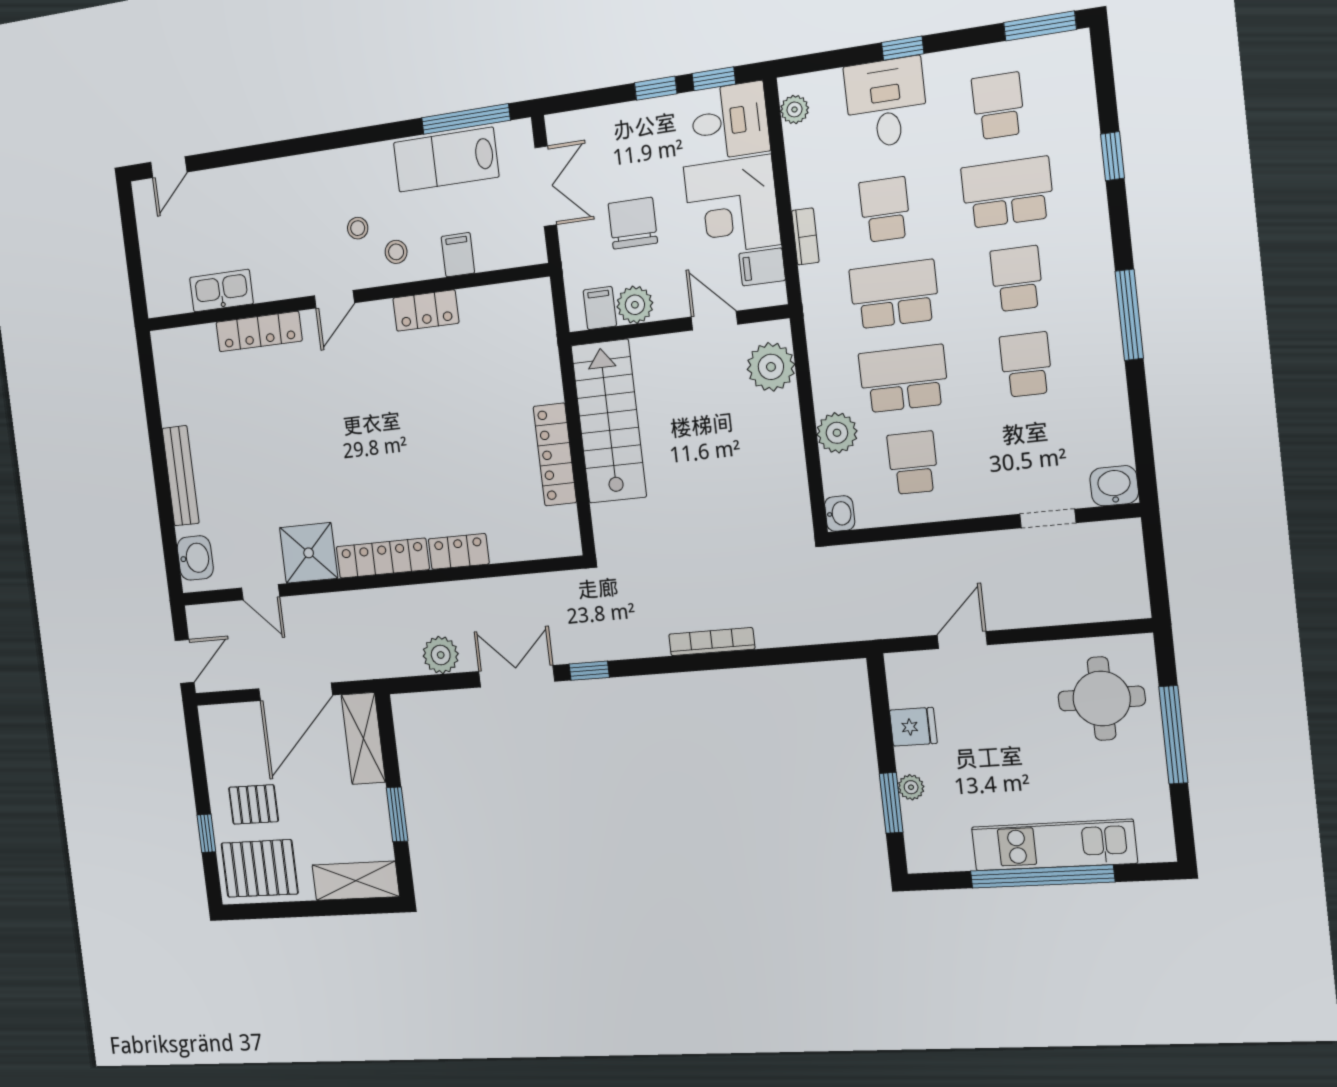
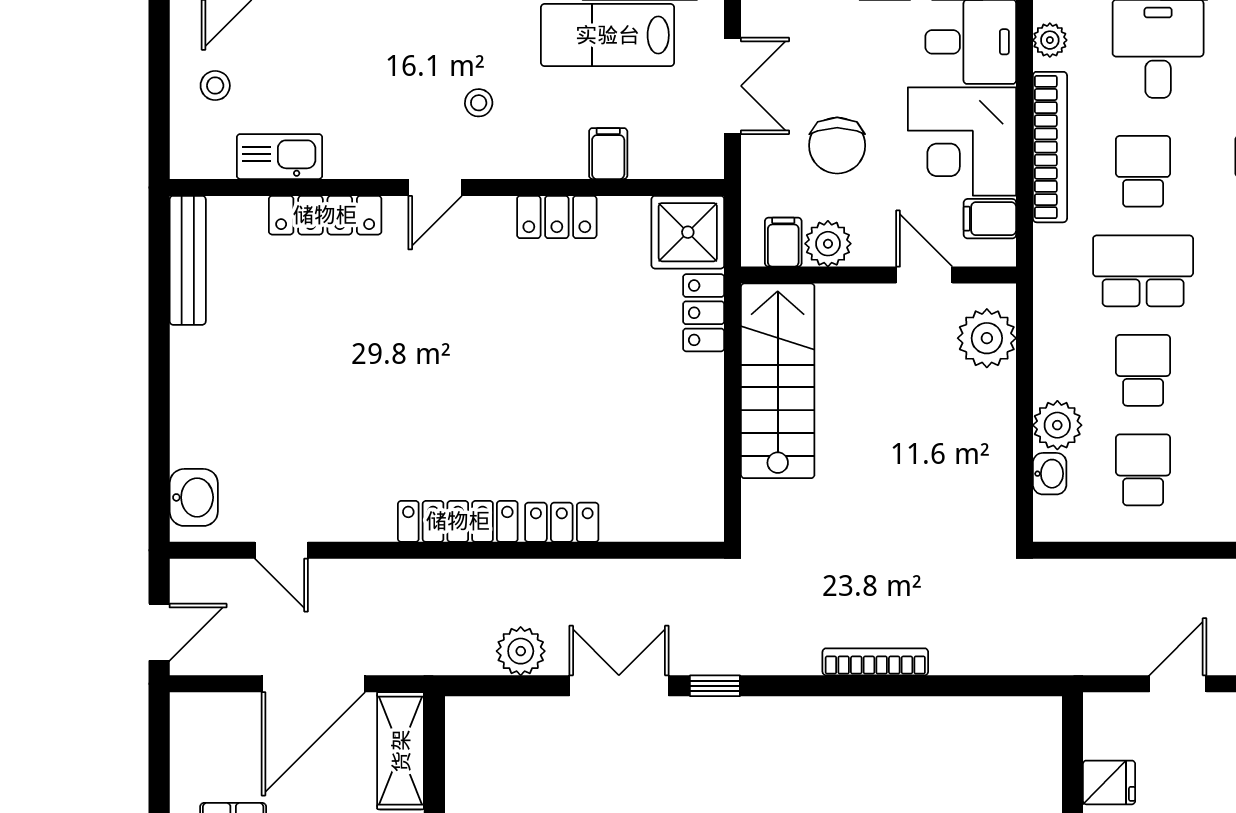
chair: (633, 223) -> (837, 145), turned 180
bookcase: (805, 236) -> (1050, 147), width x2.31, depth x1.31
stool: (396, 252) -> (215, 86), moved
school desk: (904, 379) -> (1143, 370), width x0.54
locker: (555, 454) -> (704, 313), moved, width x0.66
bench: (181, 476) -> (188, 260), moved
washbasin: (840, 514) -> (1050, 474), moved
shower: (309, 553) -> (688, 232), moved

